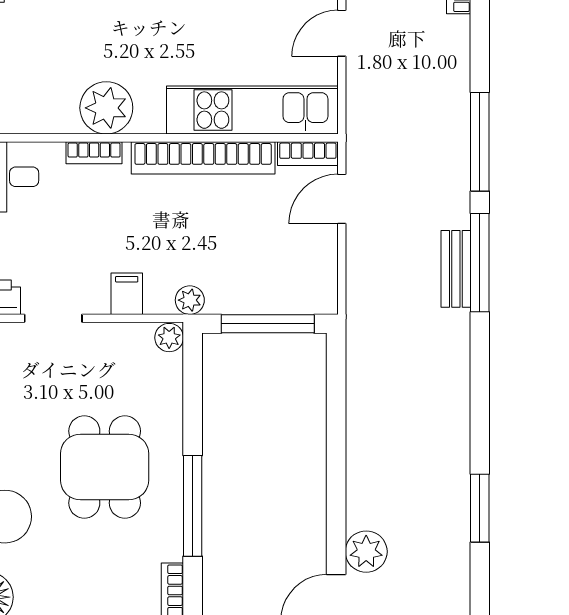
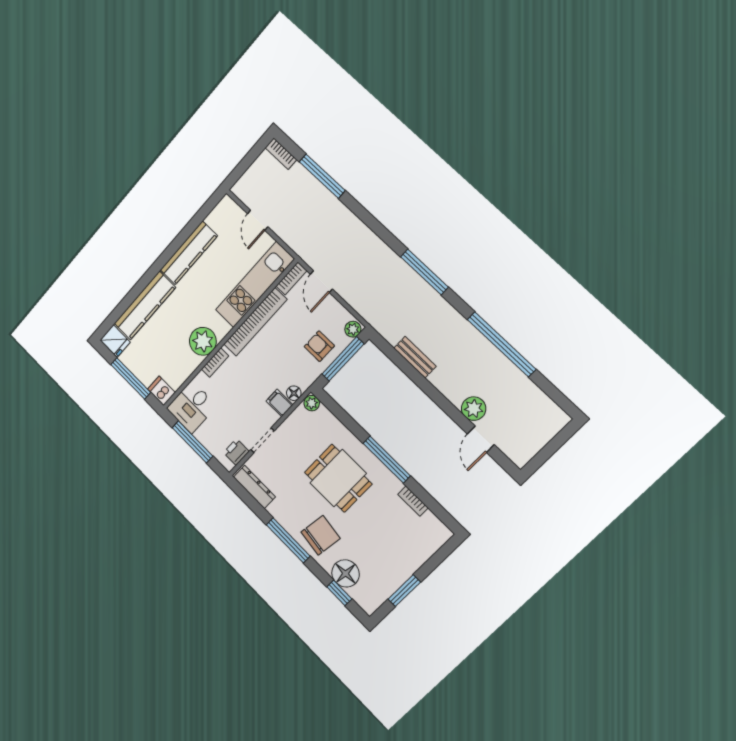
window: (480, 142) -> (322, 176), moved
window: (480, 263) -> (424, 272), moved
bench: (456, 269) -> (415, 357), moved
armchair: (254, 276) -> (319, 346), added
plant: (190, 300) -> (353, 329), moved
floor lamp: (159, 301) -> (294, 393), added
window: (480, 508) -> (502, 344), width x2.11

